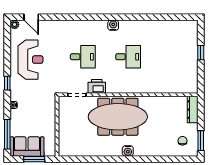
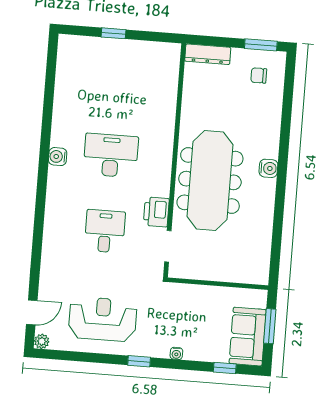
water cooler: (113, 25) -> (58, 157), moved
desk: (128, 57) -> (111, 155), width x1.37
window: (7, 134) -> (225, 368), width x0.46

